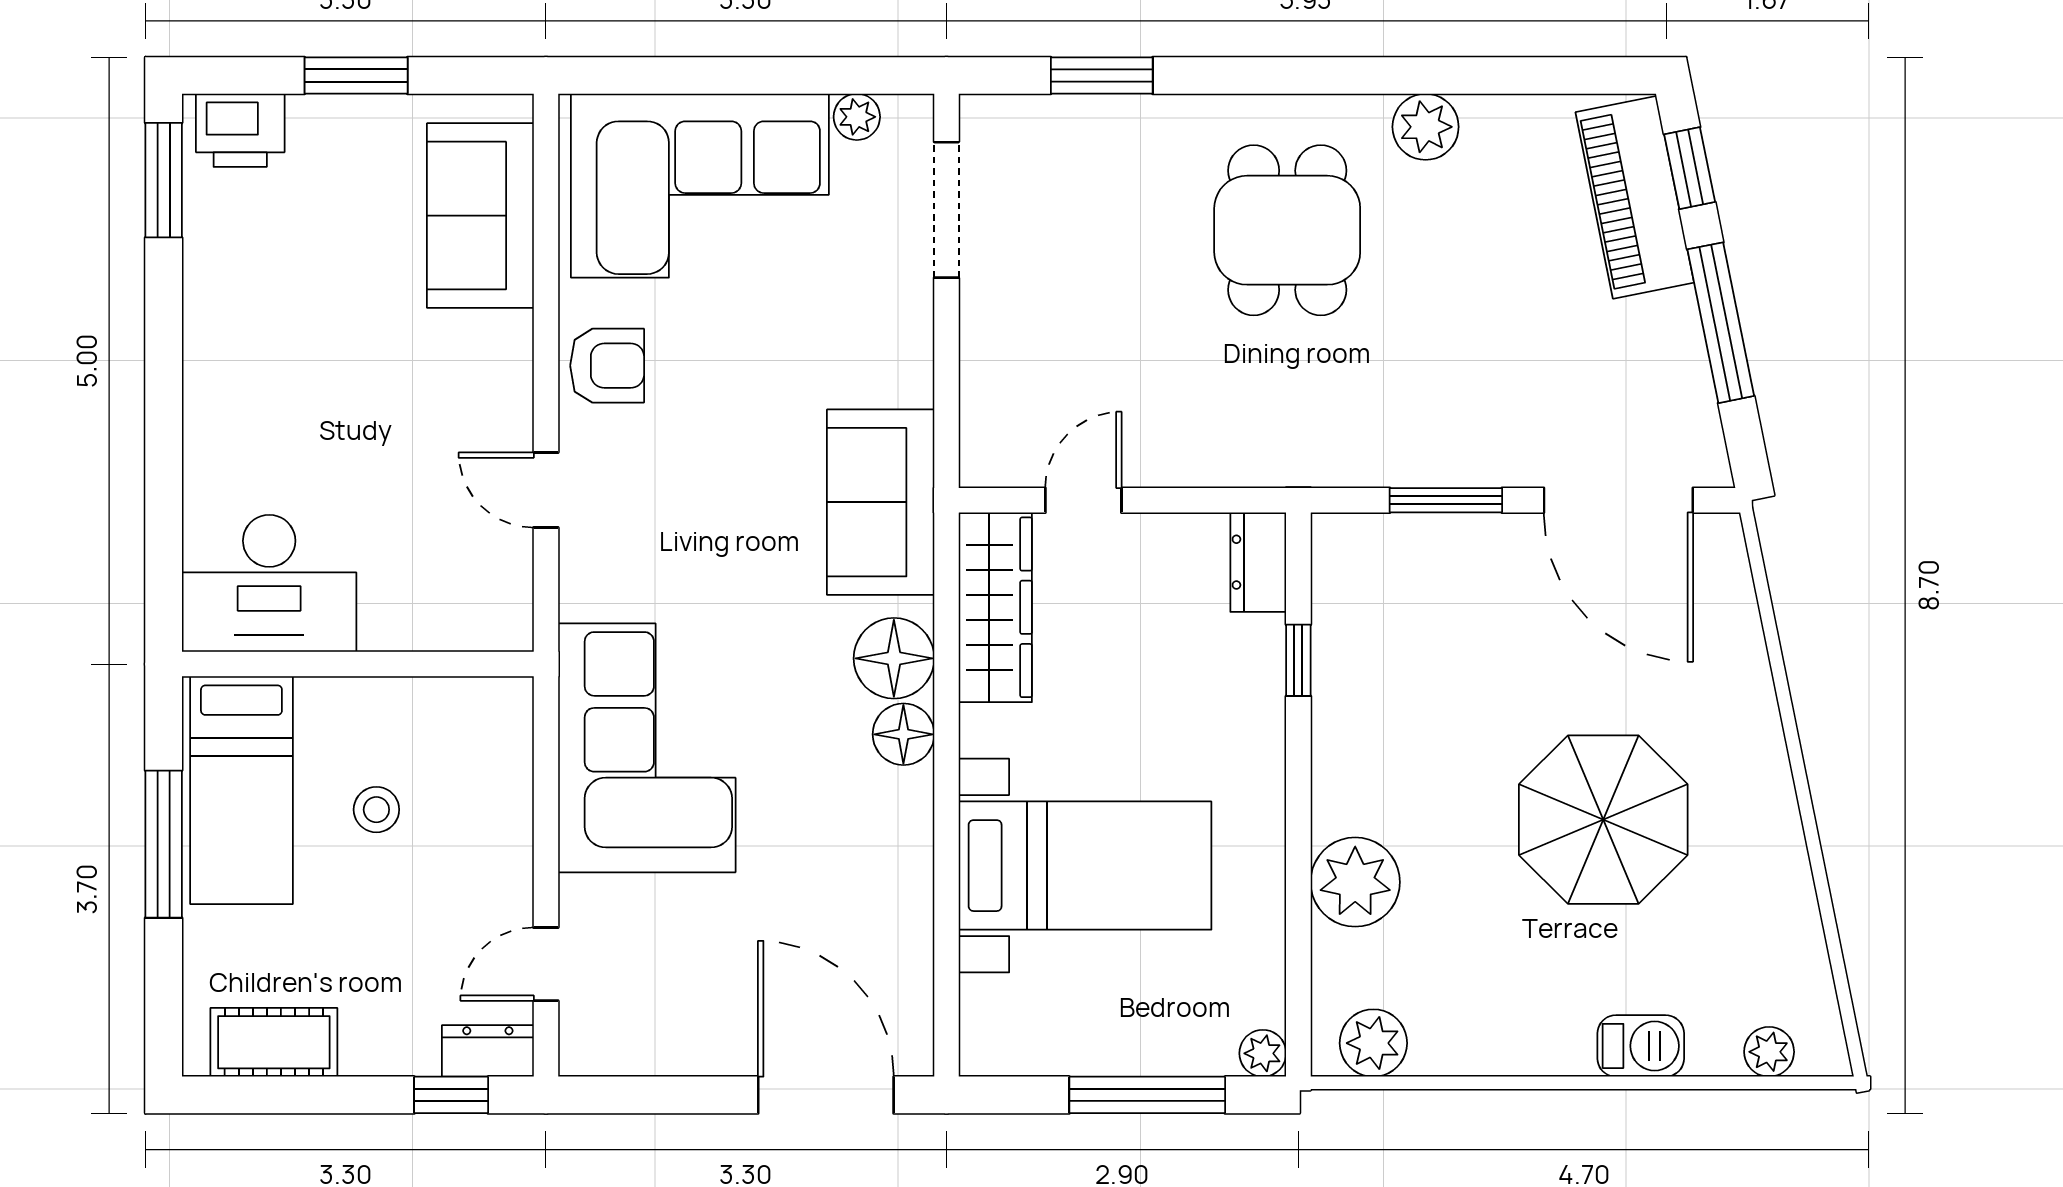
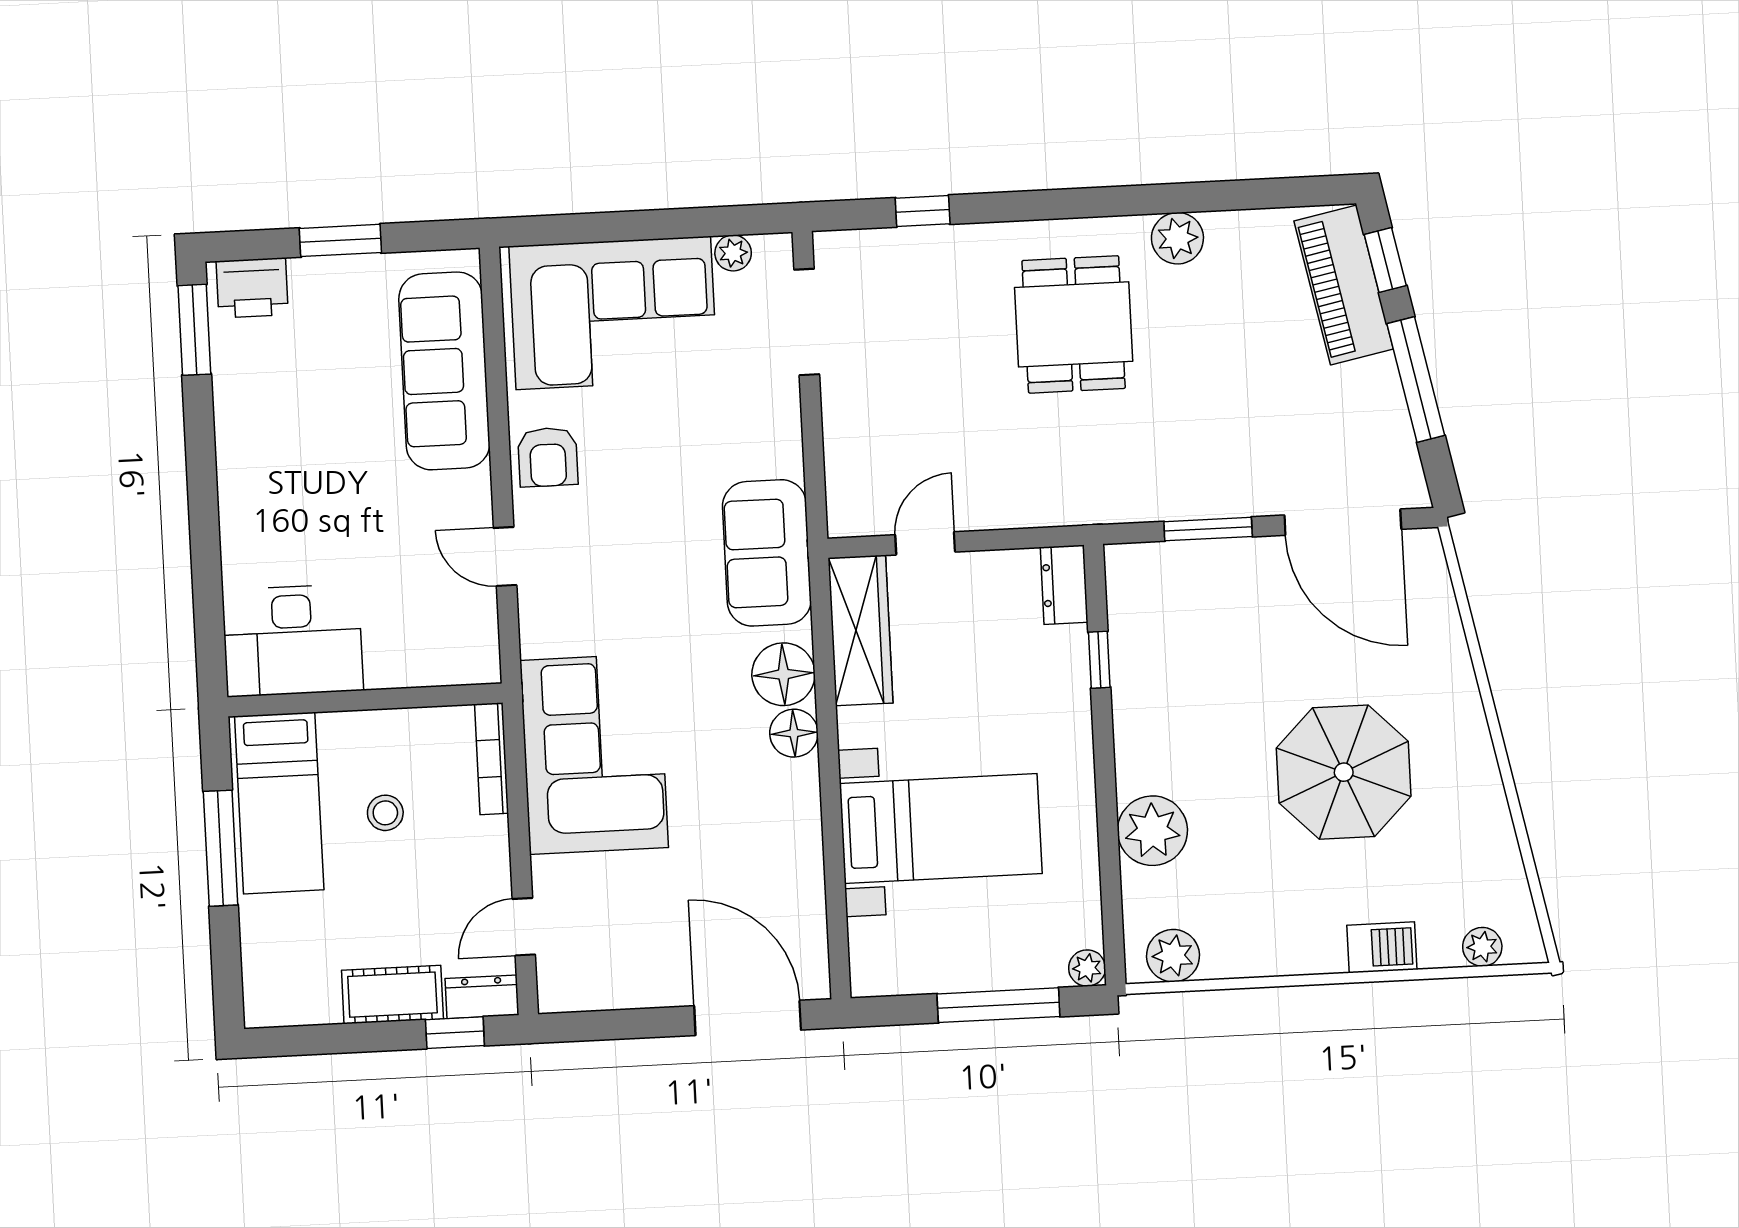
window: (1102, 75) -> (923, 211), width x0.67
sofa: (480, 216) -> (444, 371), width x1.36
armchair: (607, 366) -> (548, 457), turned 90
bookcase: (516, 747) -> (492, 759), added
cot: (274, 1042) -> (392, 995), moved

